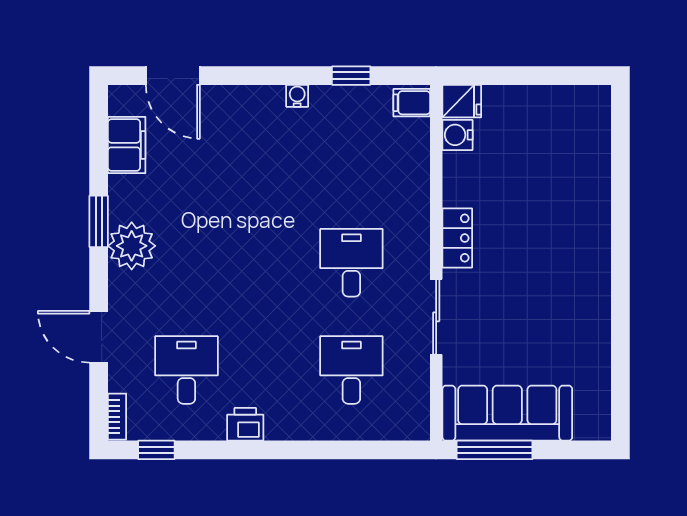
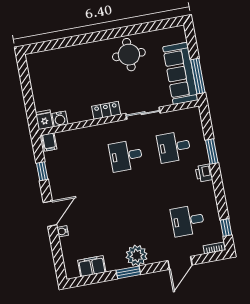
door: (173, 76) -> (50, 214), moved
water cooler: (297, 96) -> (63, 231), moved
round table: (569, 310) -> (129, 55), added
printer: (245, 424) -> (204, 173), moved
window: (326, 450) -> (212, 151), added

